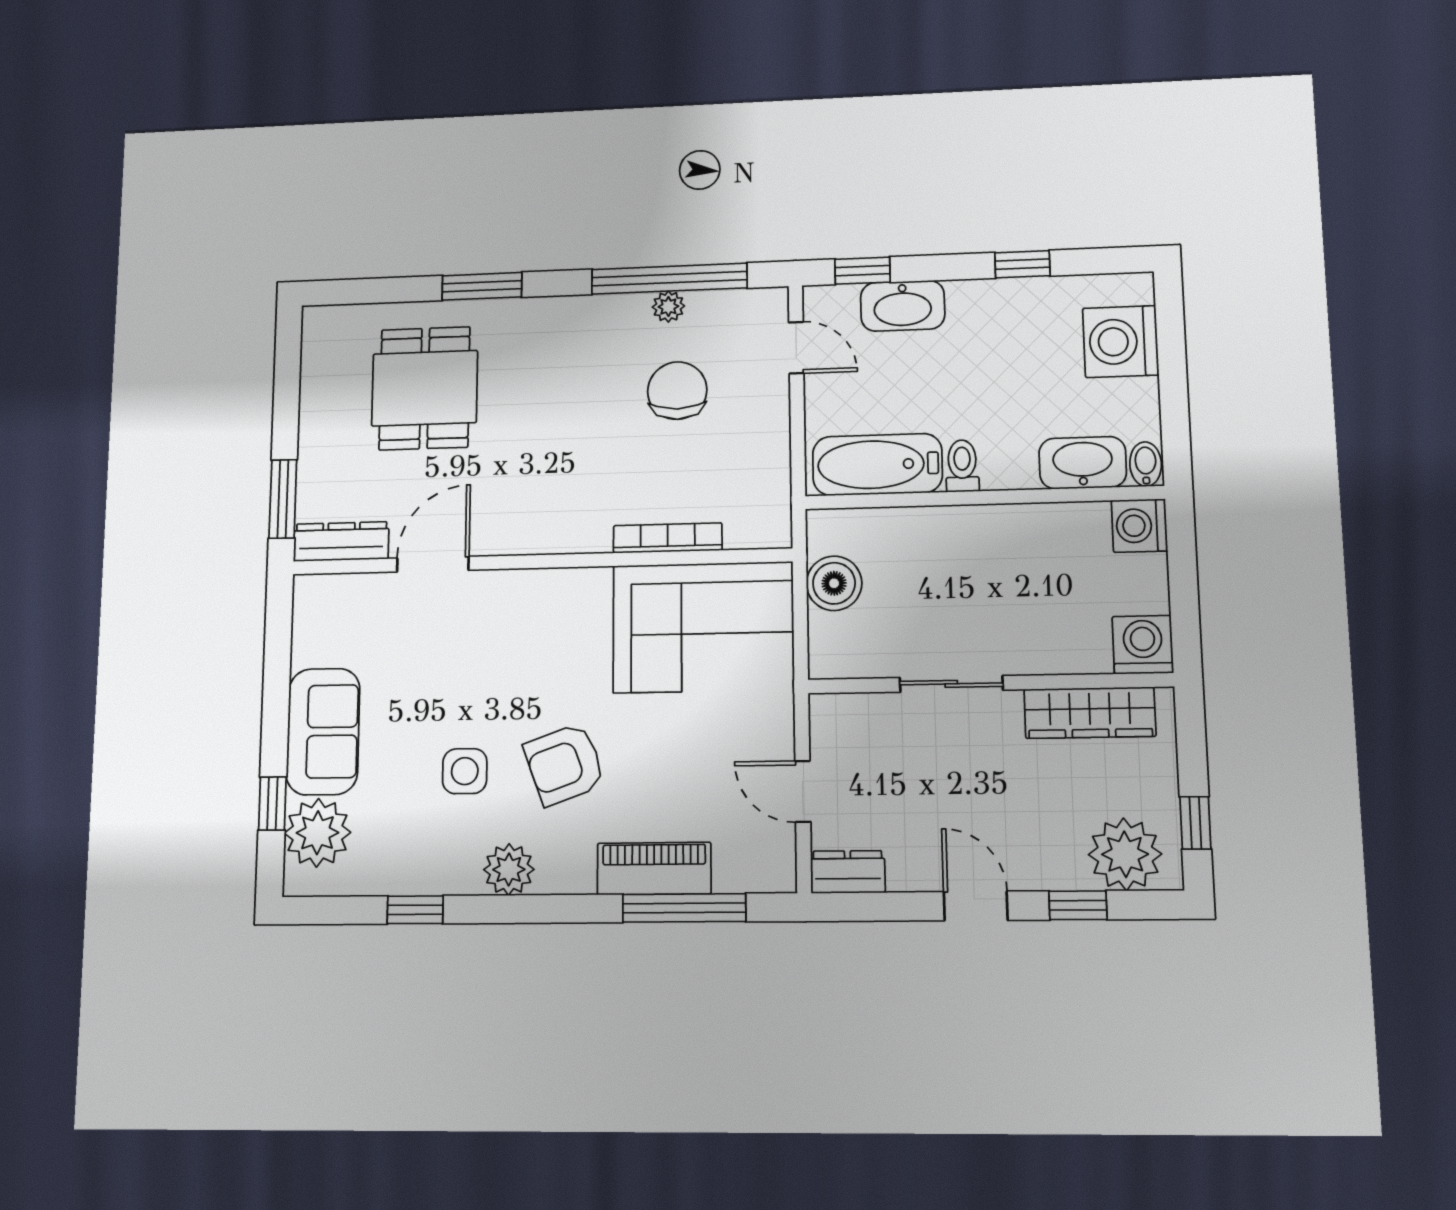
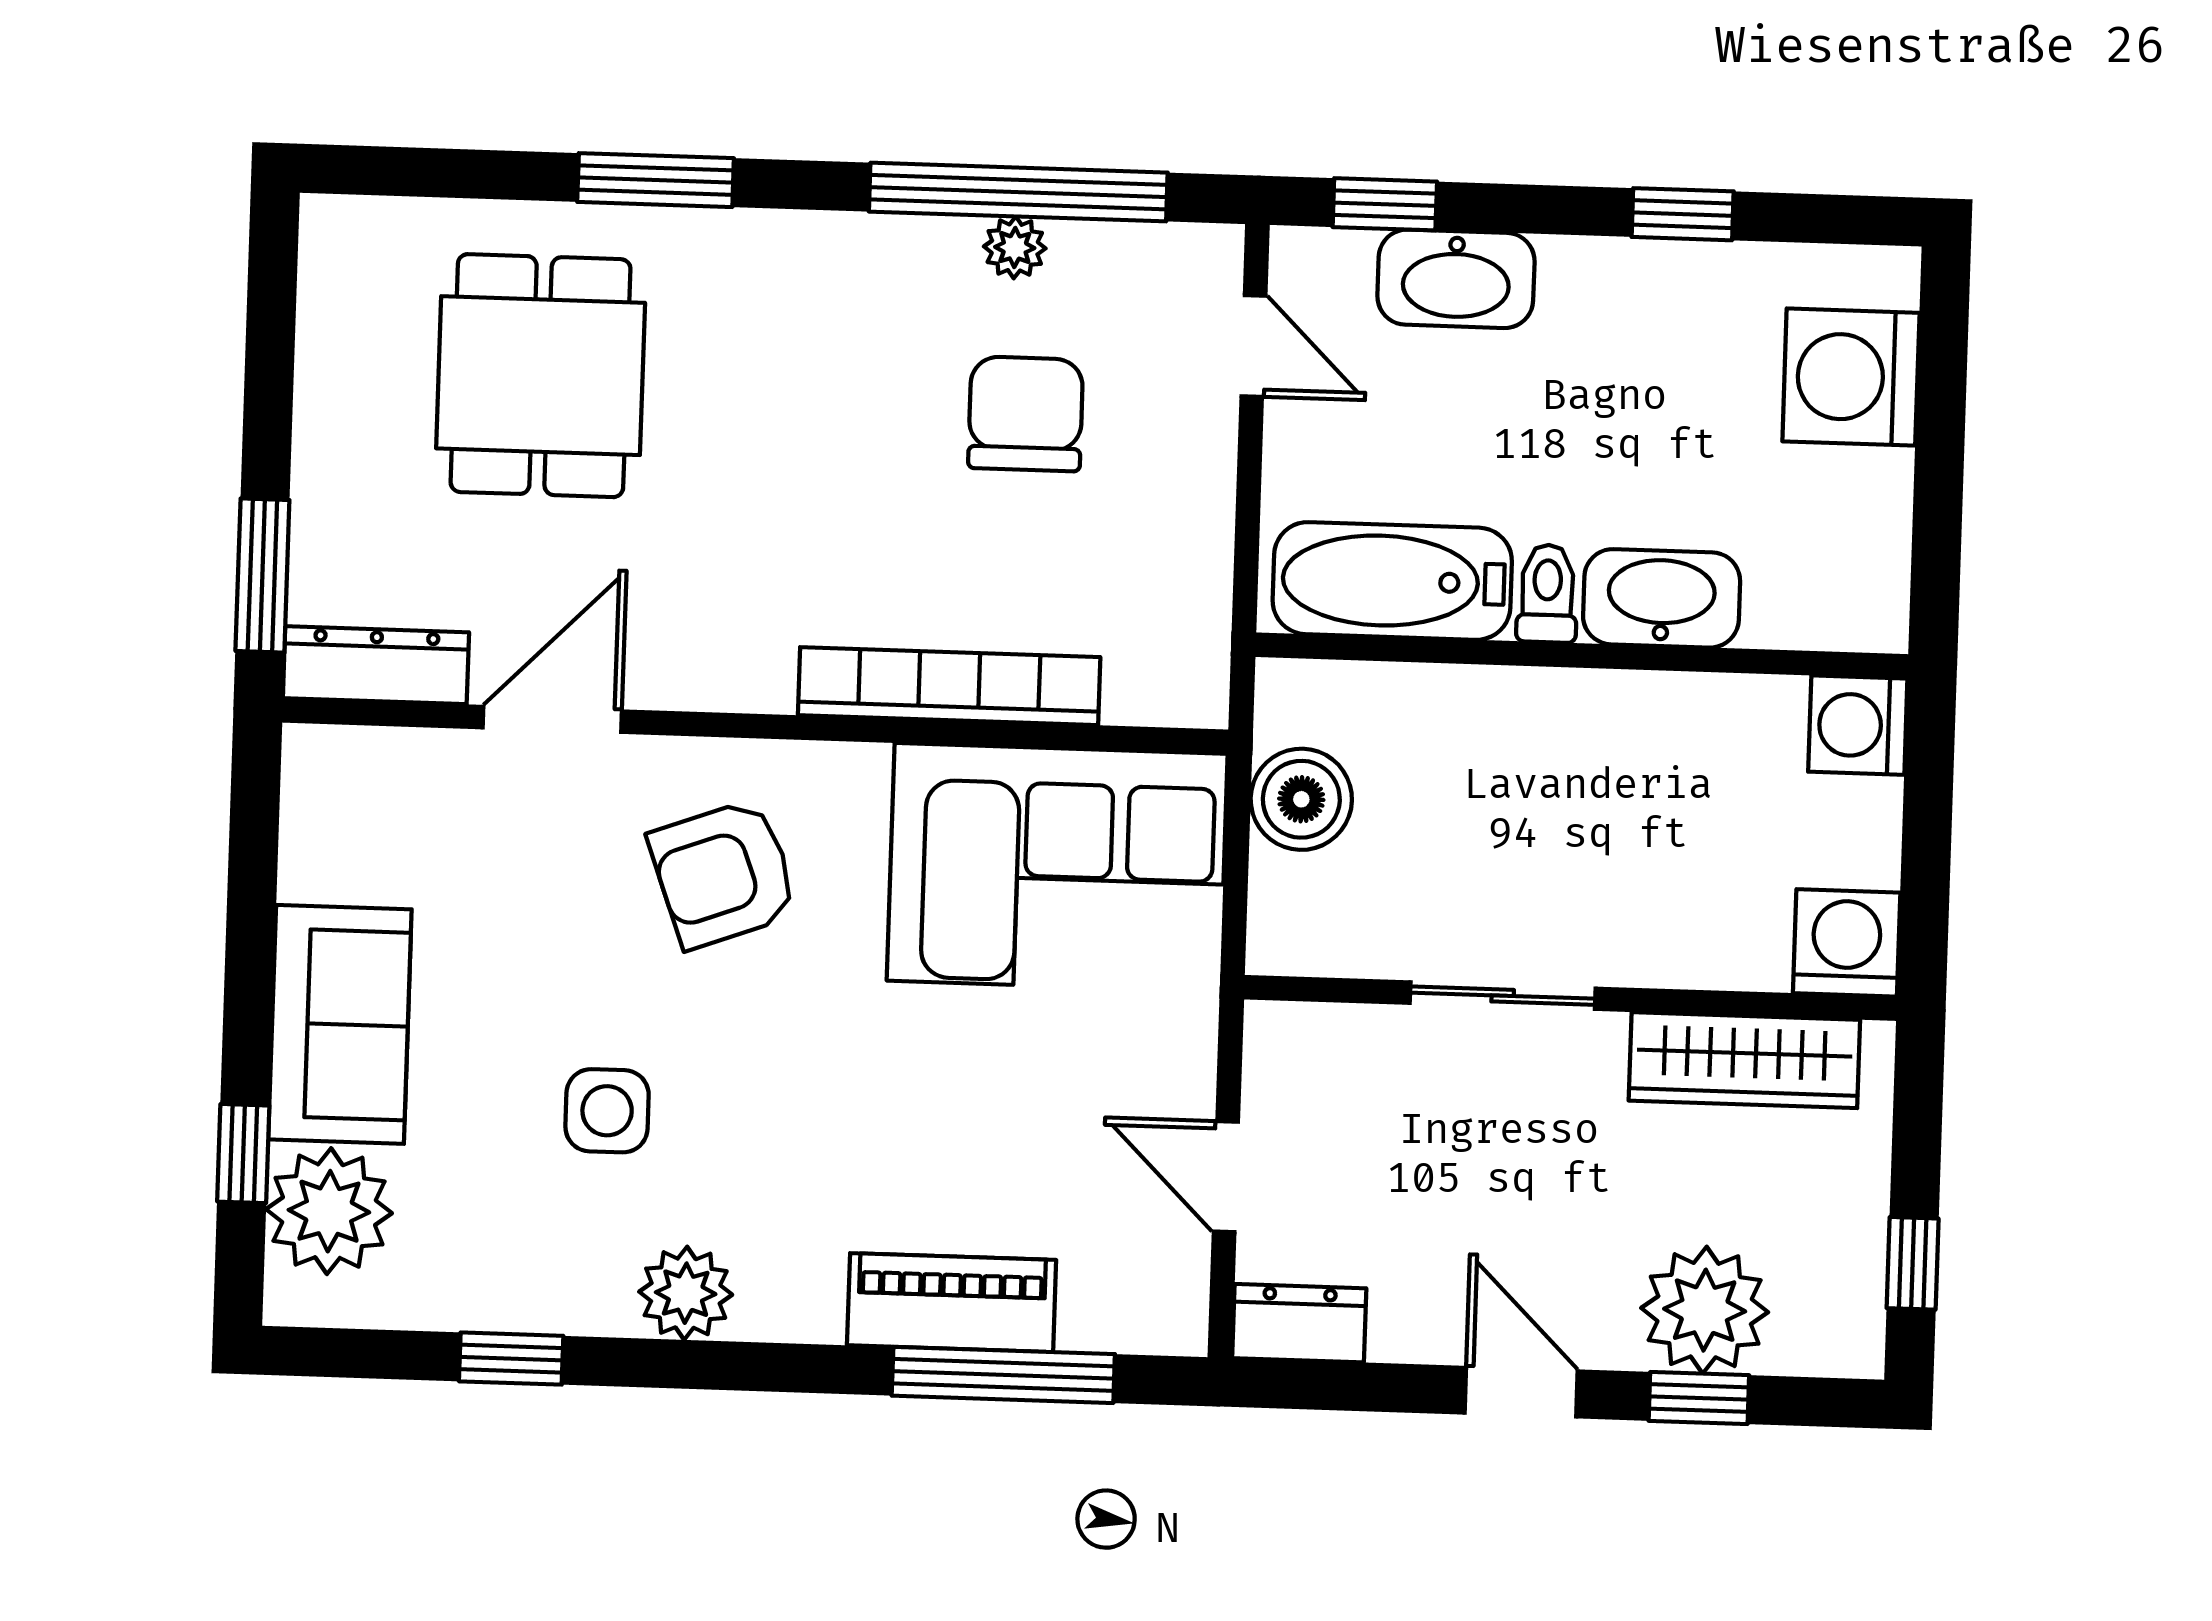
washbasin: (1083, 463) -> (1662, 598), moved
bidet: (1146, 464) -> (1878, 612), removed
bookcase: (668, 538) -> (949, 686), width x1.48, depth x1.31
armchair: (565, 764) -> (724, 874), moved
plant: (1125, 854) -> (1705, 1310), moved

